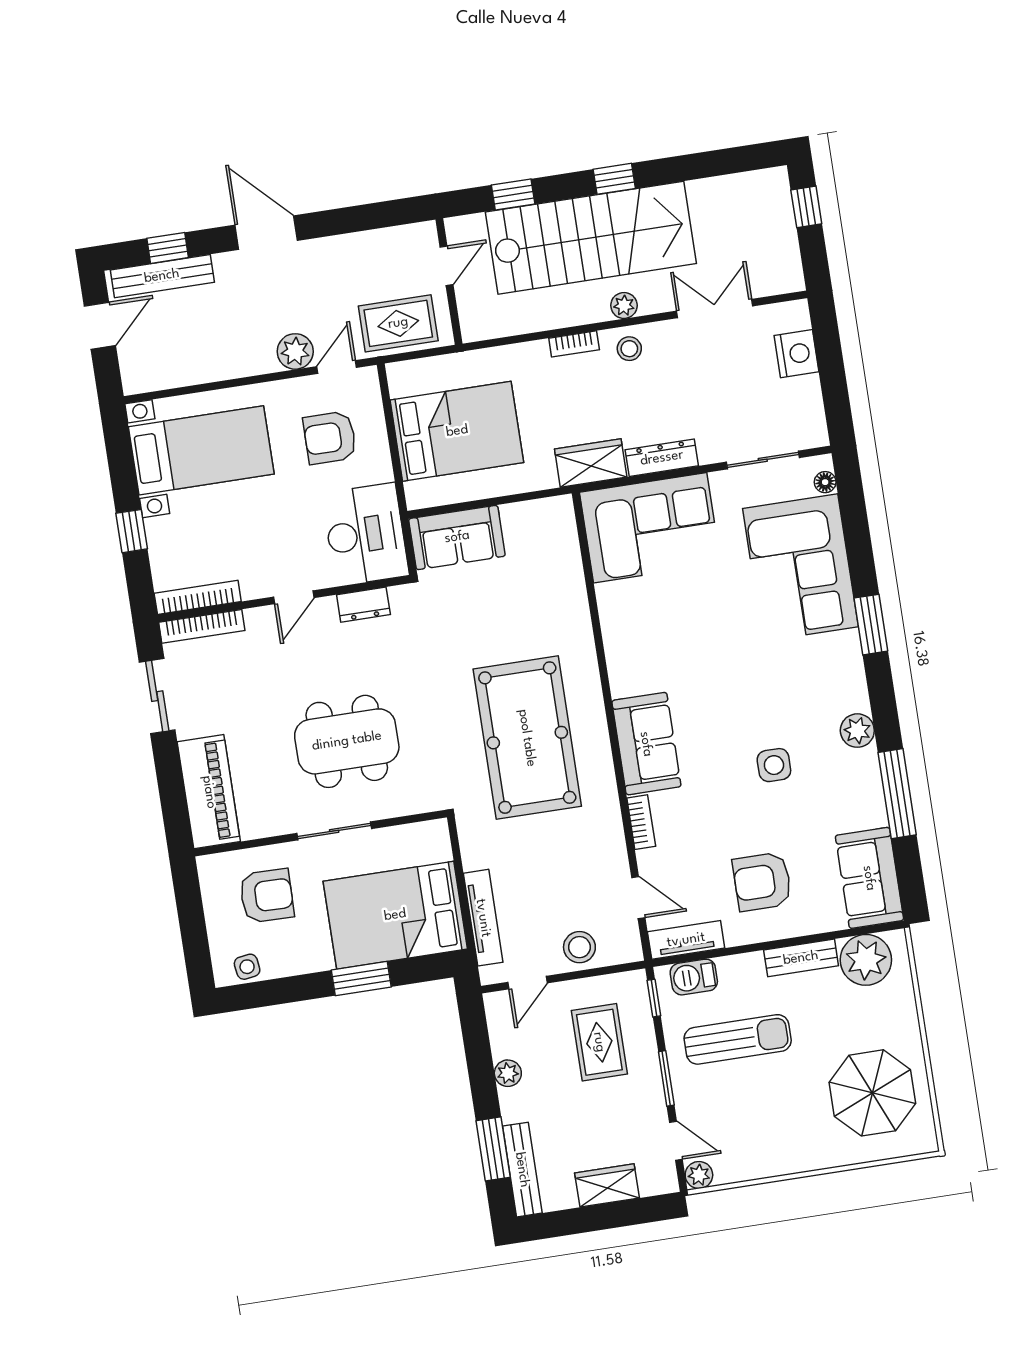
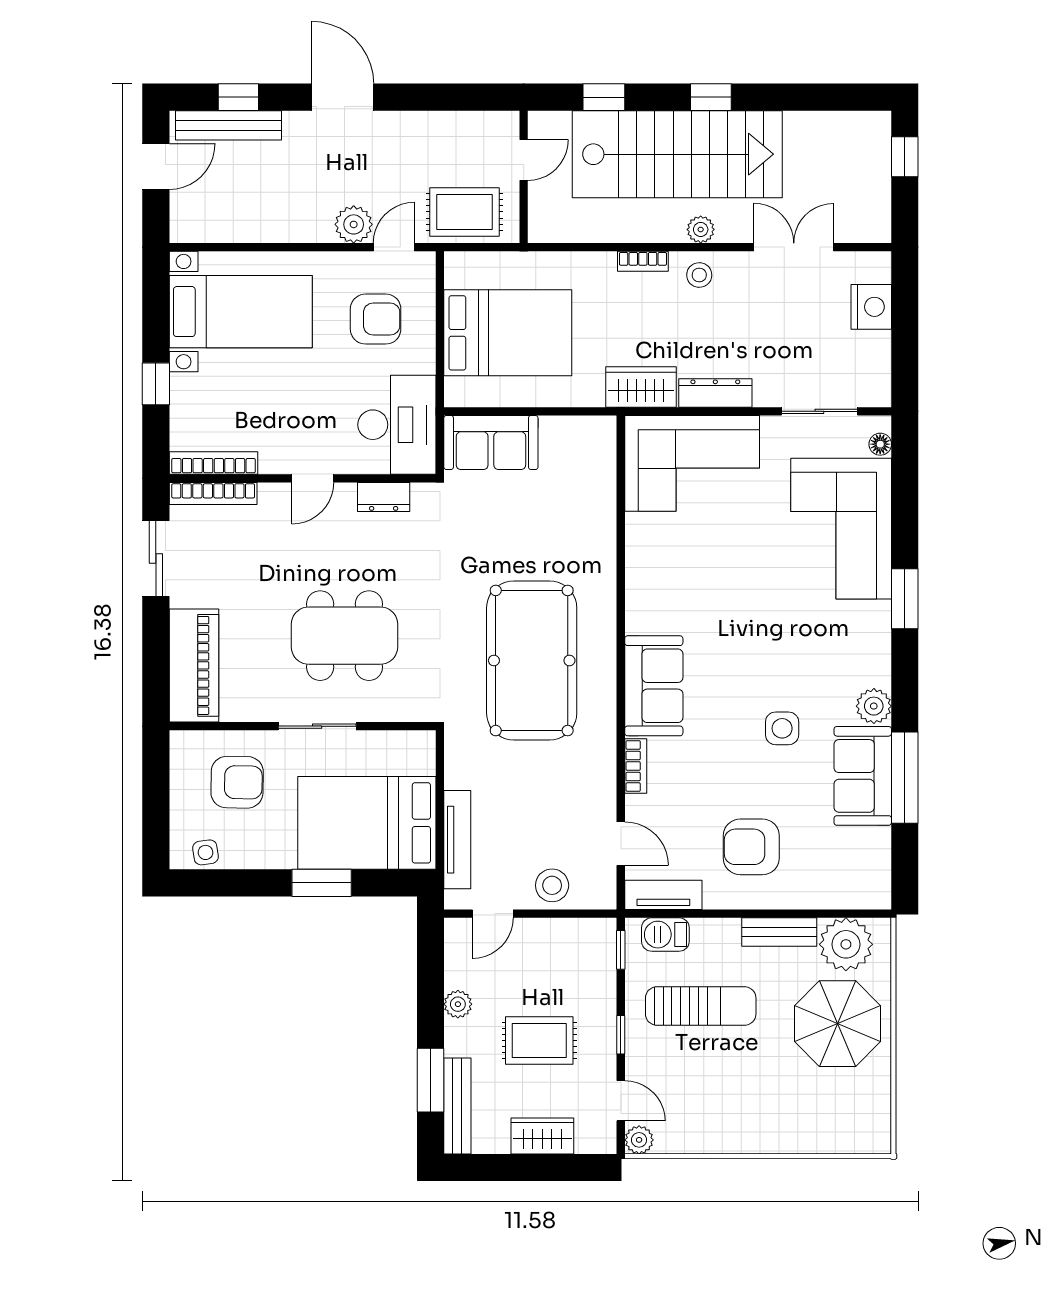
armchair: (330, 438) -> (376, 319), turned 180
sofa: (869, 878) -> (863, 776), moved
rug: (599, 1042) -> (539, 1041), moved, turned 90
window: (666, 1078) -> (621, 1035), width x0.67
parasol: (872, 1093) -> (837, 1024), moved

